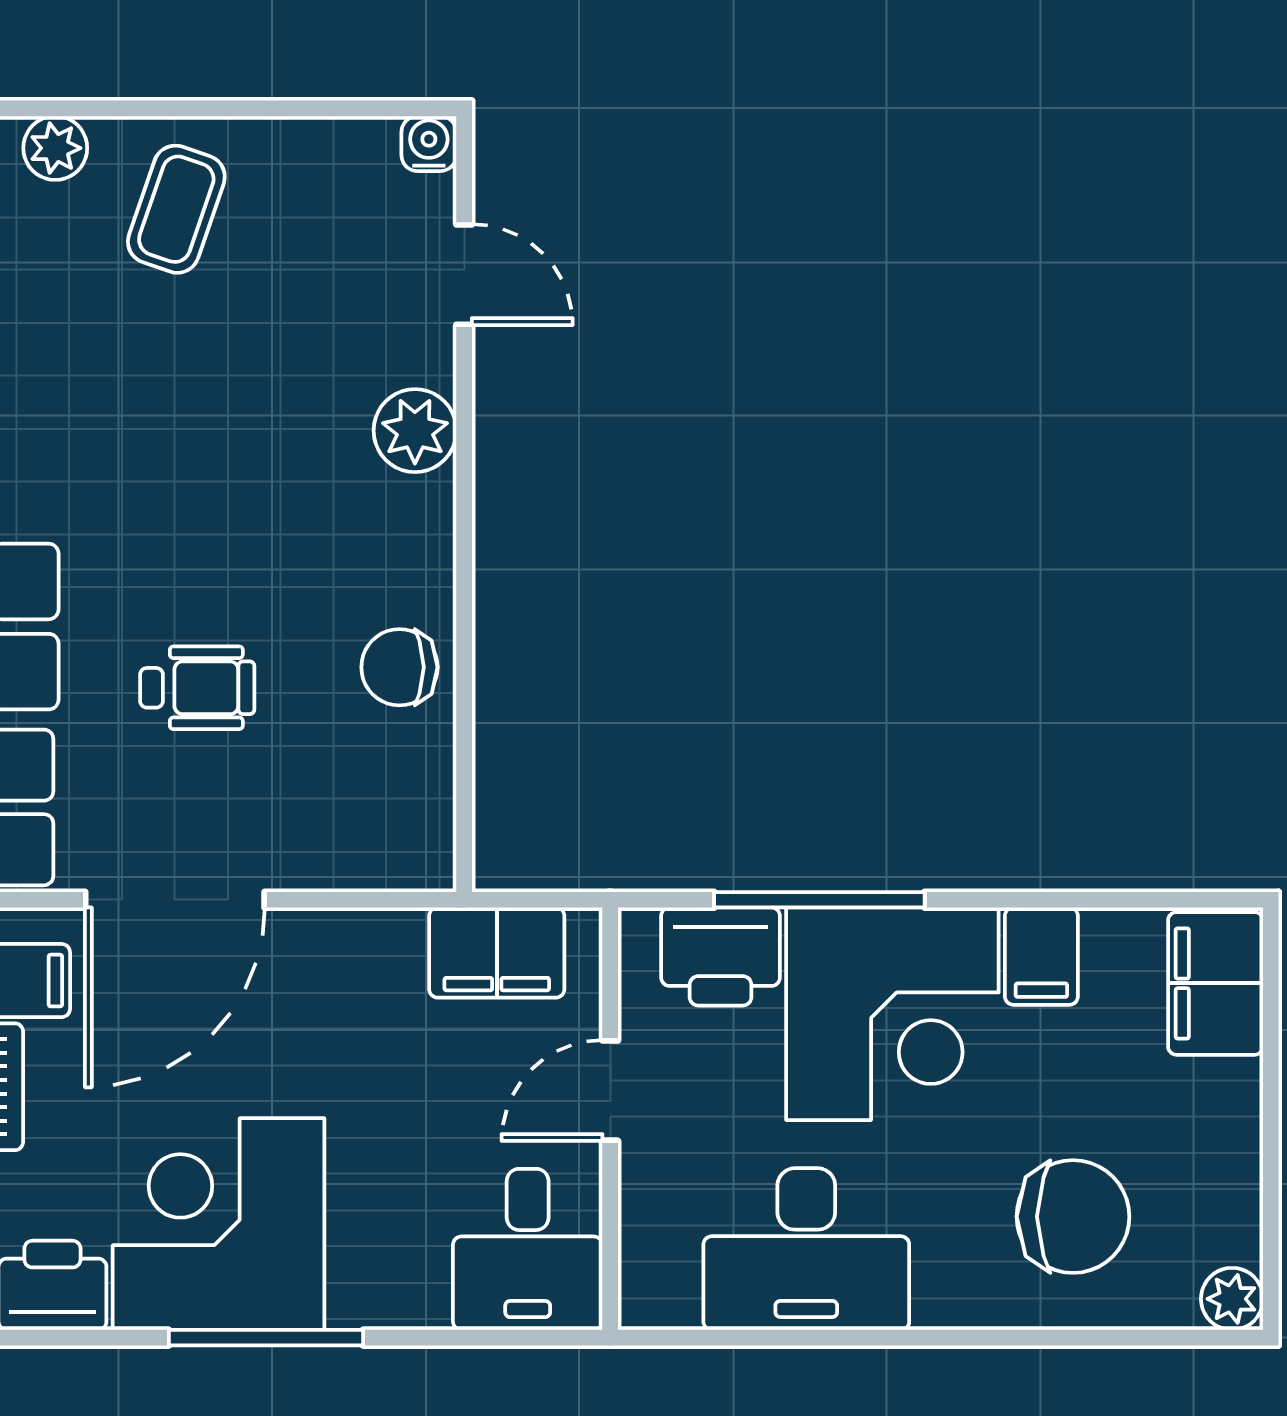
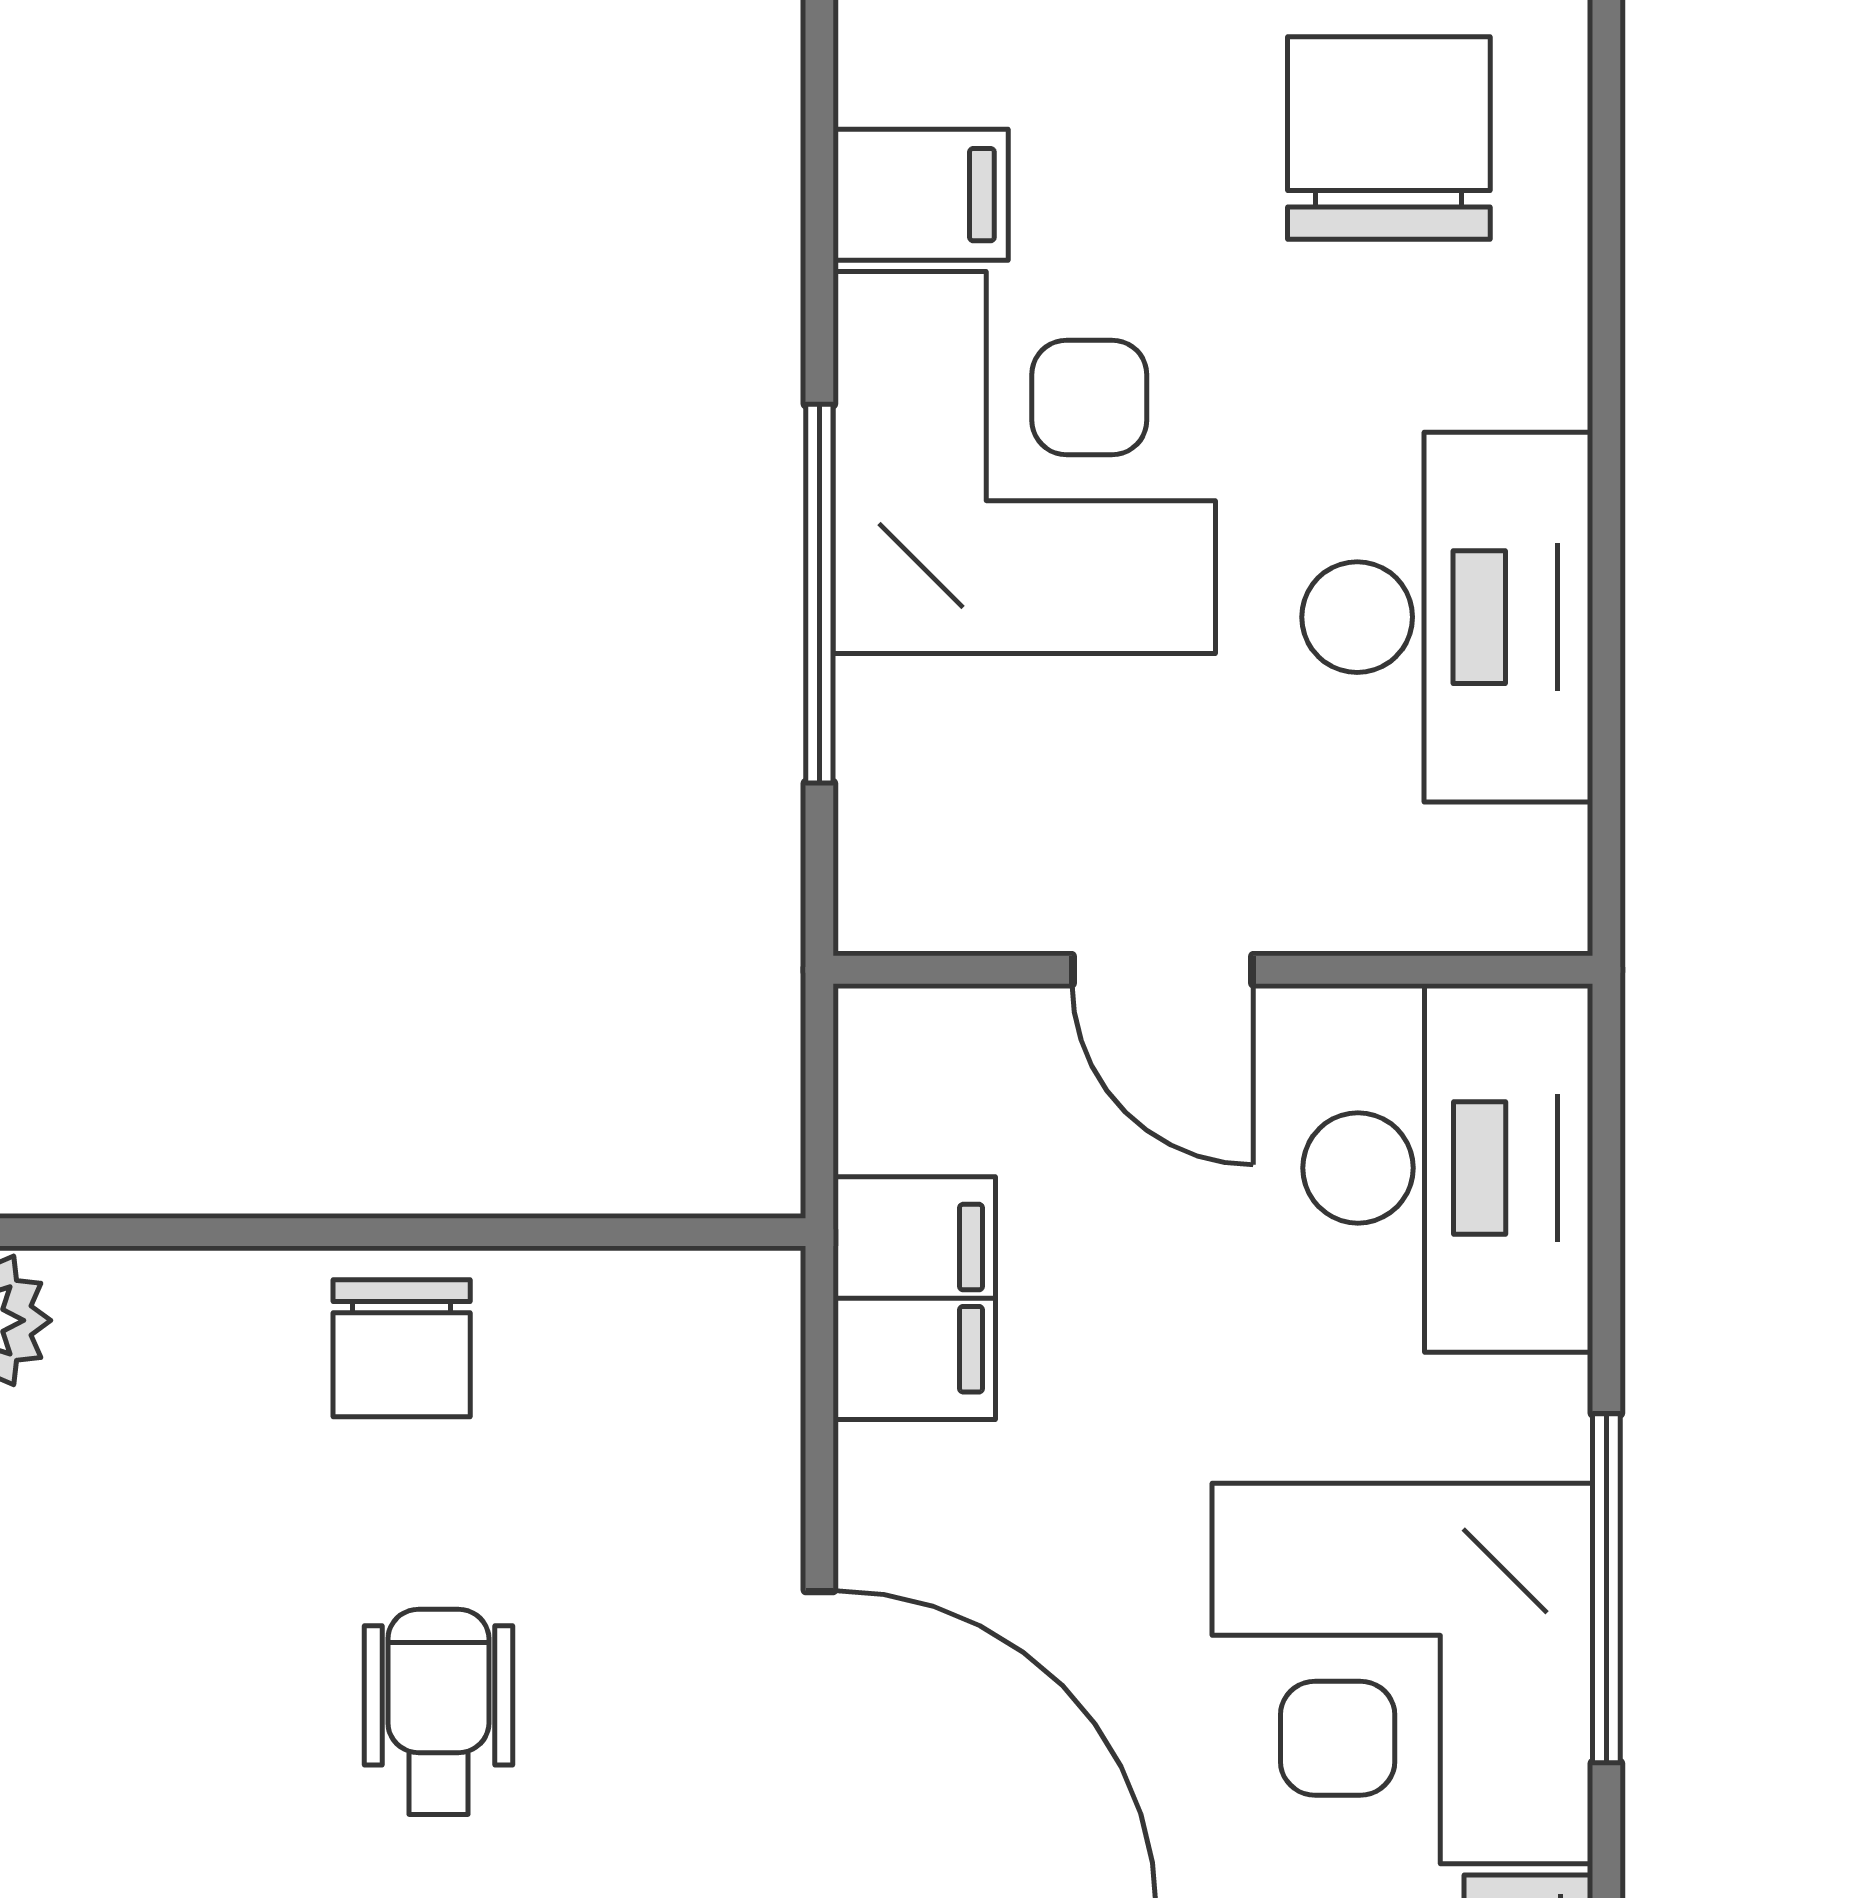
filing cabinet: (497, 953) -> (914, 1298), moved
printer: (721, 956) -> (921, 771), removed
desk: (528, 1249) -> (1448, 1168), width x1.37

